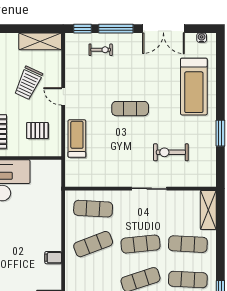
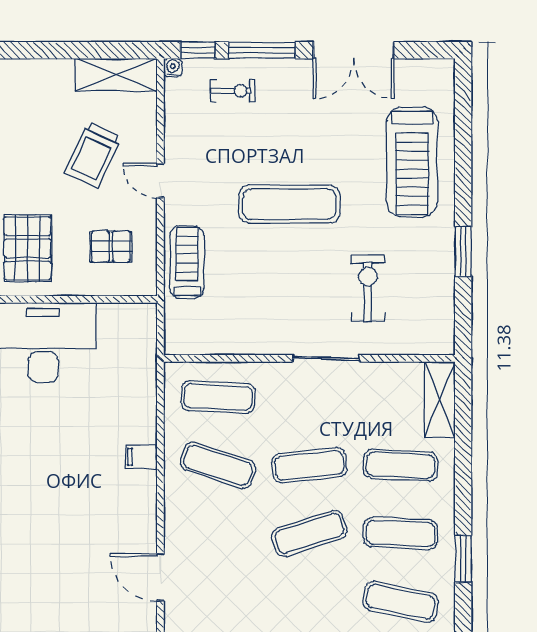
water cooler: (202, 38) -> (173, 68), moved
exercise mat: (130, 109) -> (289, 204), width x1.36, depth x1.45
exercise bike: (171, 152) -> (368, 288), turned 90
exercise mat: (93, 244) -> (218, 465), turned 39
filing cabinet: (53, 258) -> (141, 457), moved

